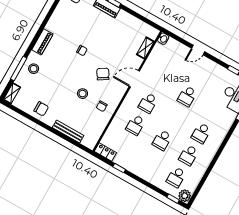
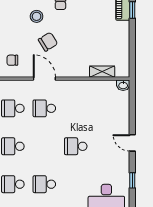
door: (198, 50) -> (132, 143), moved
door: (134, 79) -> (44, 79), moved
stool: (83, 94) -> (37, 16), moved

